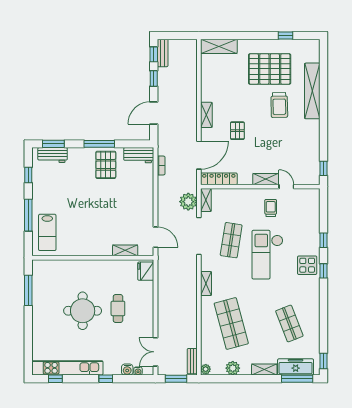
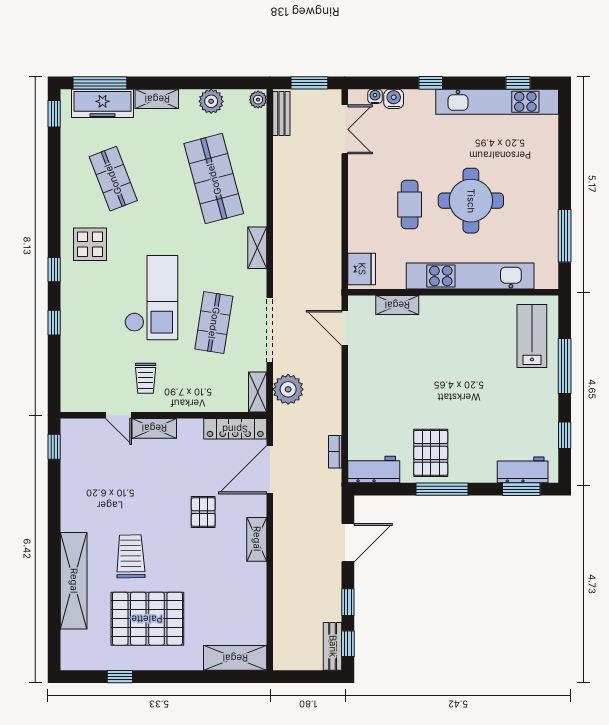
display table: (307, 265) -> (90, 244), moved
kitchen unit: (83, 267) -> (470, 276), added

